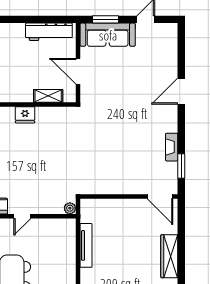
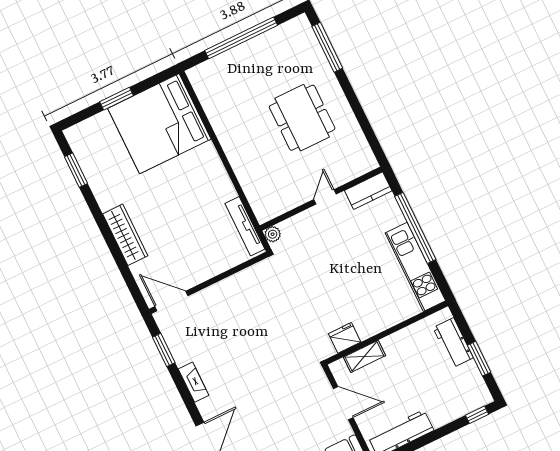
fridge: (25, 115) -> (345, 338), moved
fireplace: (172, 147) -> (194, 382), moved
tv unit: (86, 245) -> (245, 226), moved

